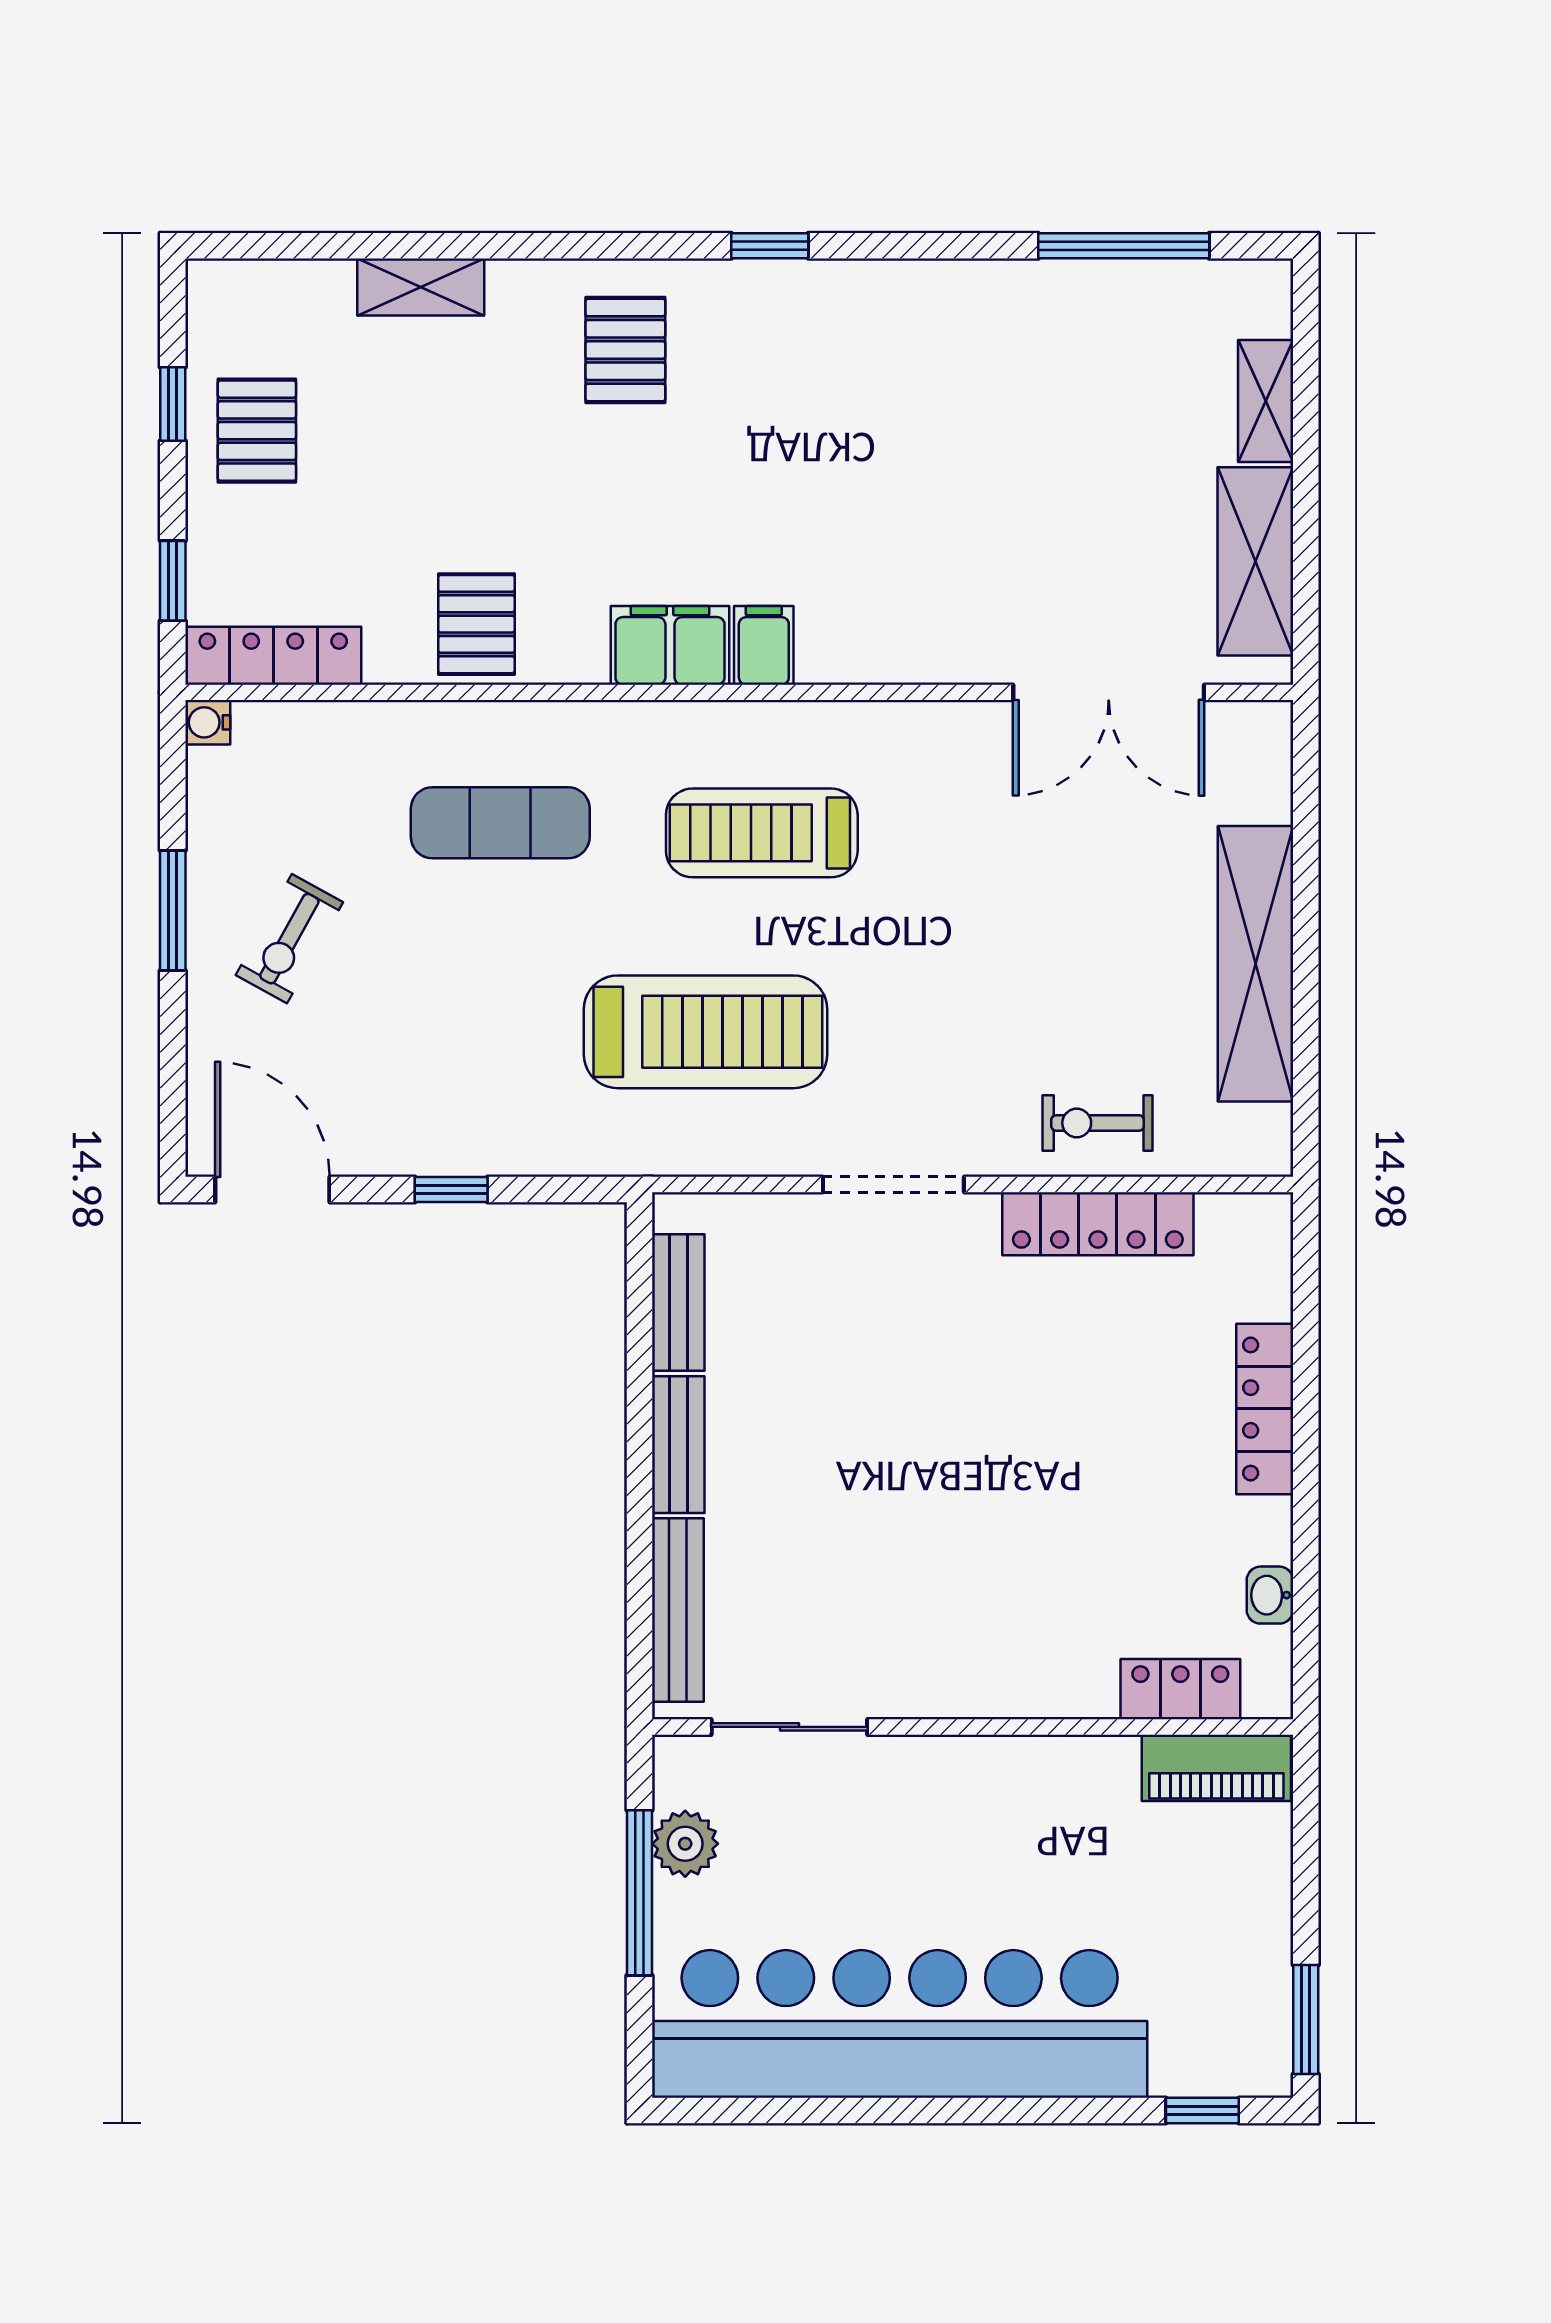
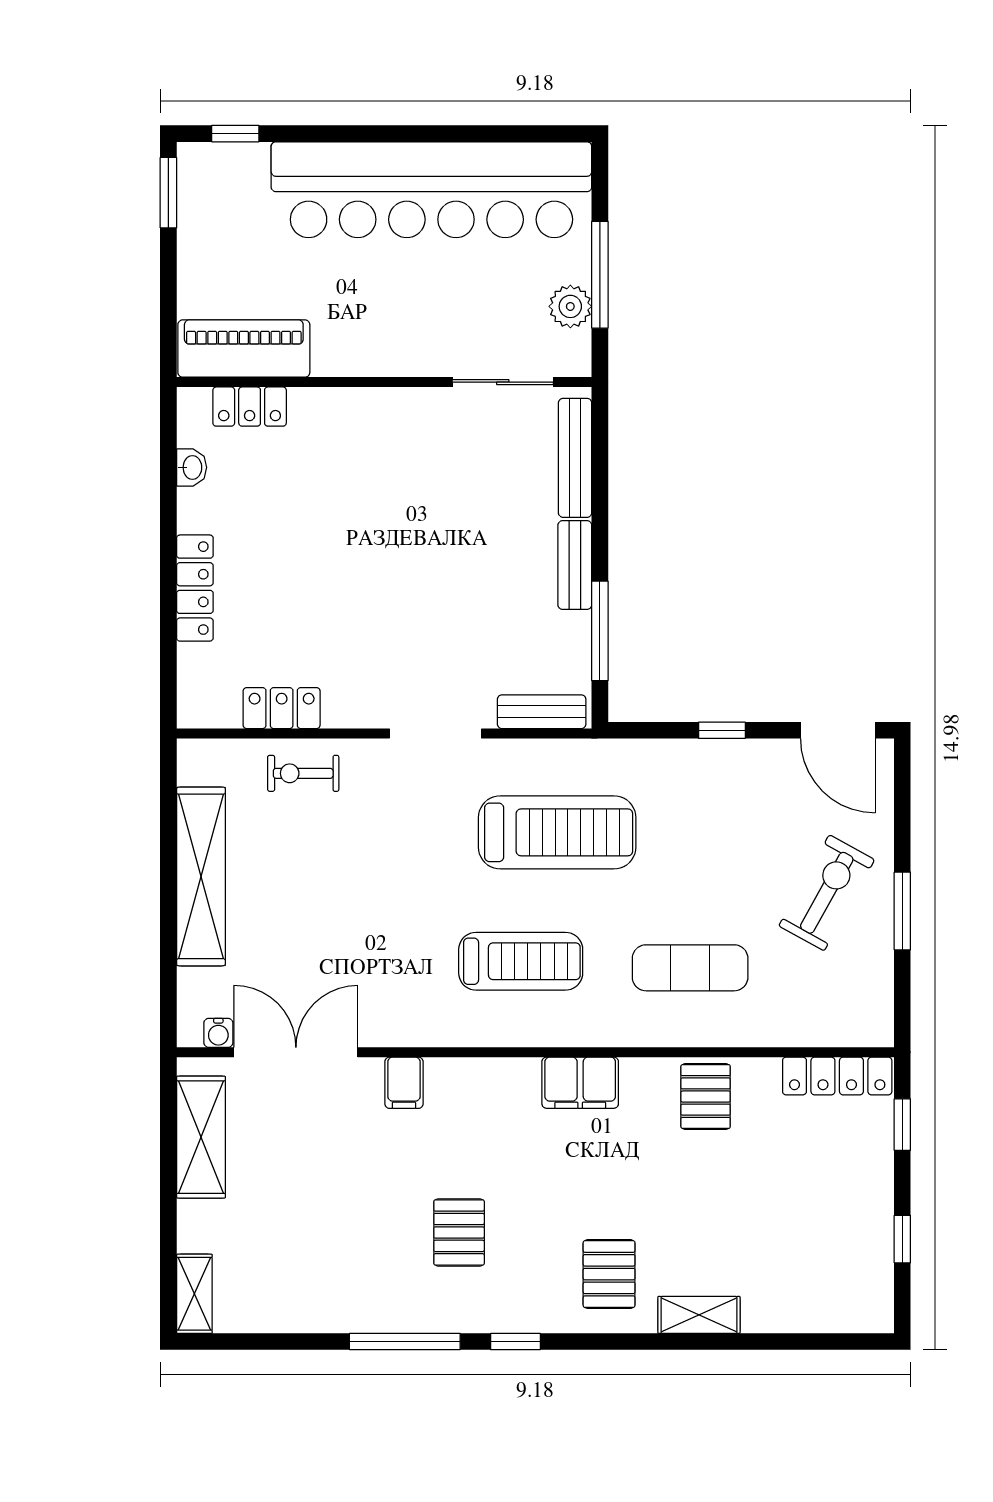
window: (1124, 246) -> (405, 1342), moved
shelving: (421, 287) -> (699, 1315), moved
shelving: (1266, 401) -> (194, 1294), moved
pallet: (257, 431) -> (459, 1232), moved
filing cabinet: (764, 645) -> (404, 1083), moved
water cooler: (208, 722) -> (218, 1033), moved, turned 90
exercise bike: (289, 939) -> (827, 893), width x1.38, depth x1.39
treadmill: (706, 1032) -> (557, 832), turned 180
exercise bike: (1098, 1123) -> (303, 773), turned 180
locker: (1098, 1224) -> (282, 708), width x0.66
bench: (678, 1303) -> (542, 712), moved, turned 90
window: (639, 1343) -> (600, 631), added
piano: (1216, 1768) -> (244, 349), width x1.37, depth x1.33

